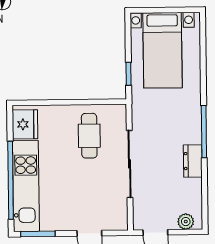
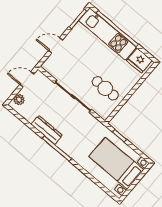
dresser: (193, 161) -> (47, 130), width x1.44

